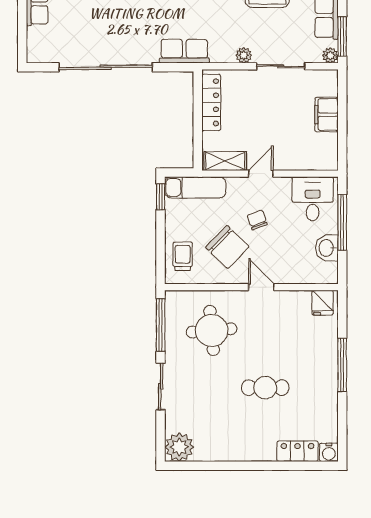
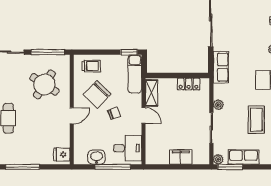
locker: (211, 102) -> (189, 84), width x0.66
round table: (212, 330) -> (44, 84), turned 38

